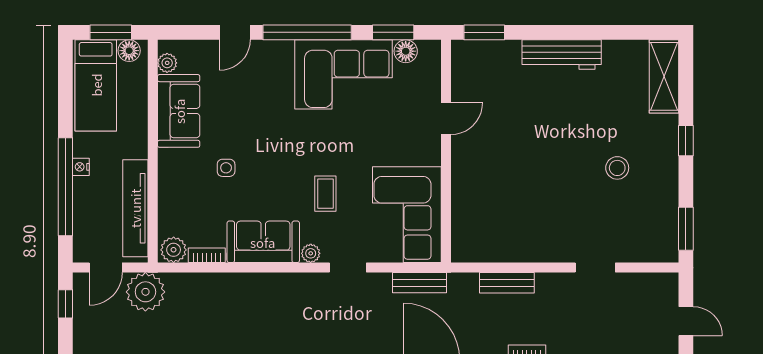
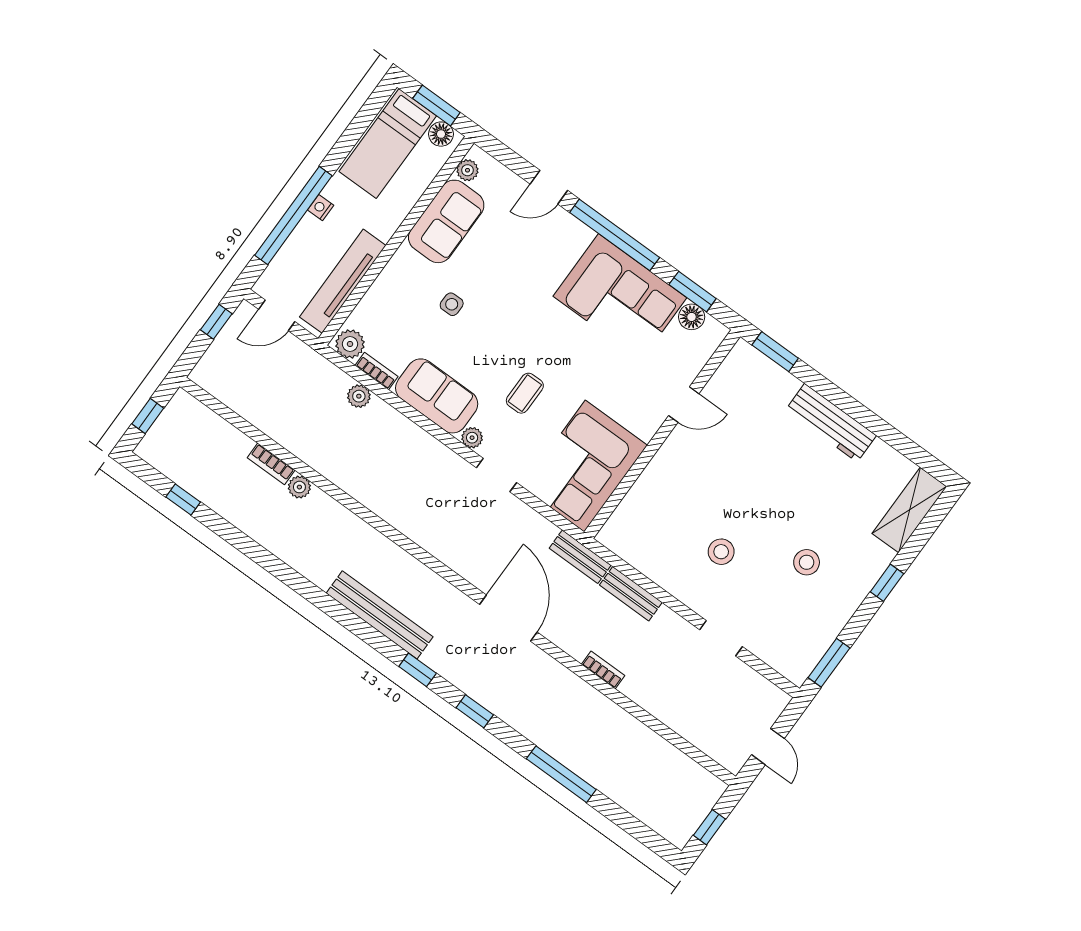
stool: (550, 205) -> (721, 552), added
bench: (420, 283) -> (580, 557), moved
plant: (145, 292) -> (359, 396), moved, width x0.53, depth x0.53

